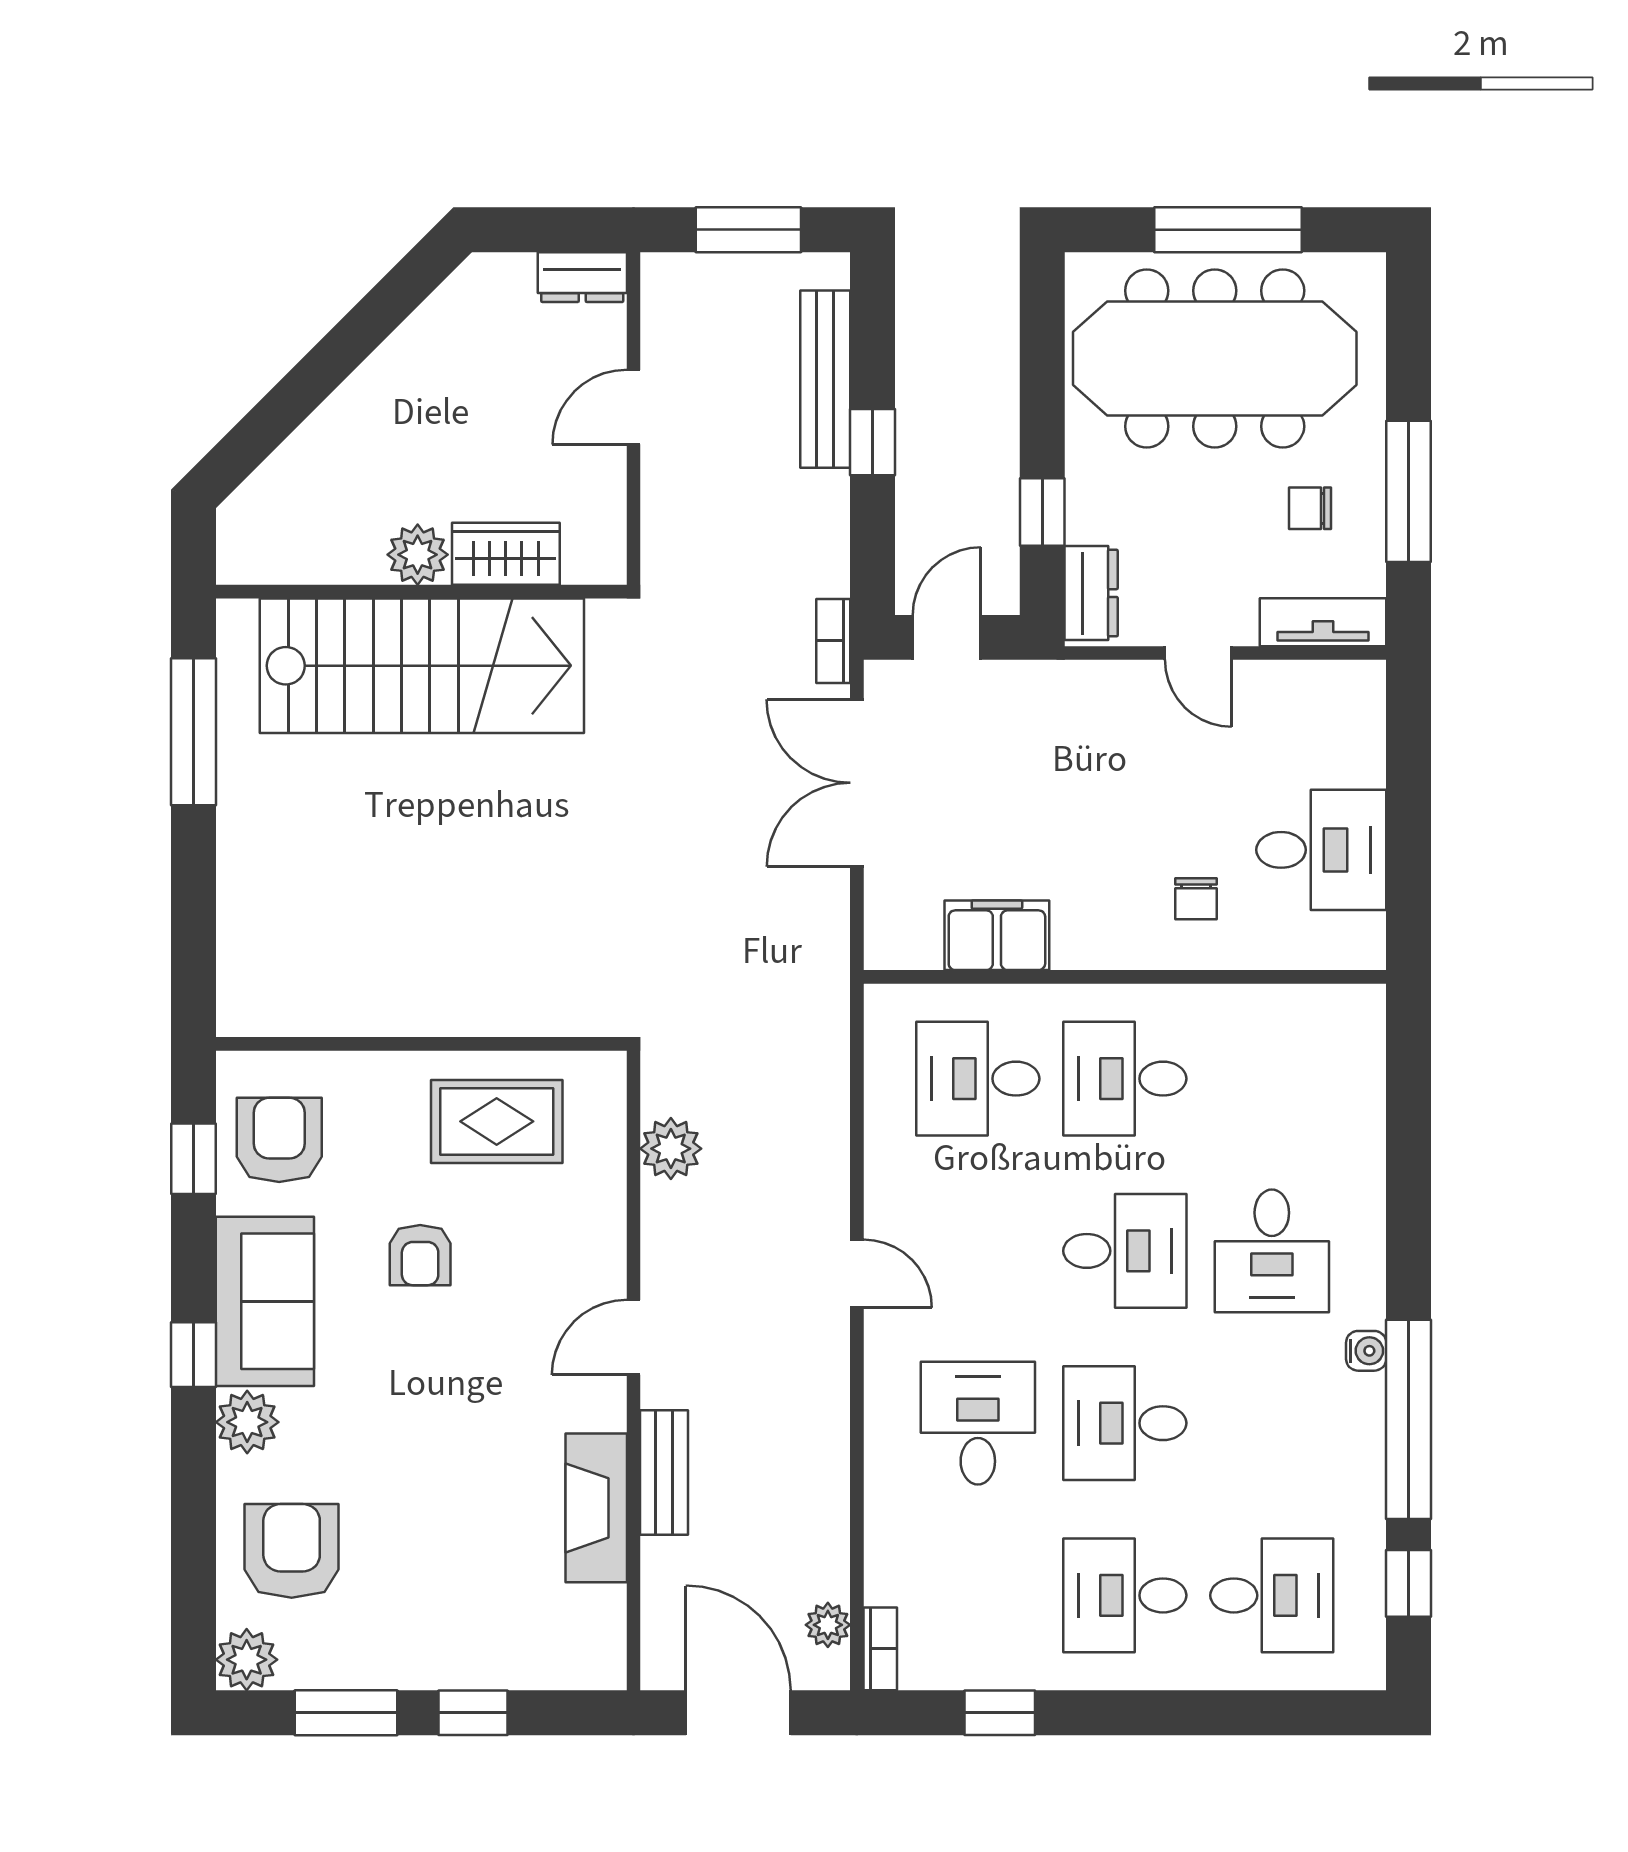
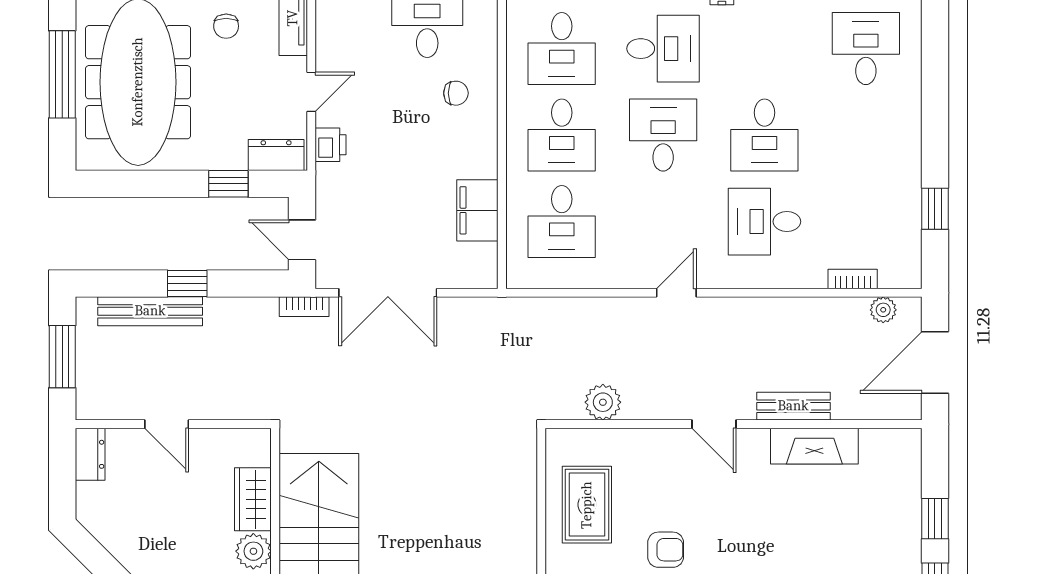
printer: (1108, 686) -> (331, 145), added
desk: (1125, 1595) -> (562, 49), moved
bookcase: (880, 1649) -> (853, 279), moved

